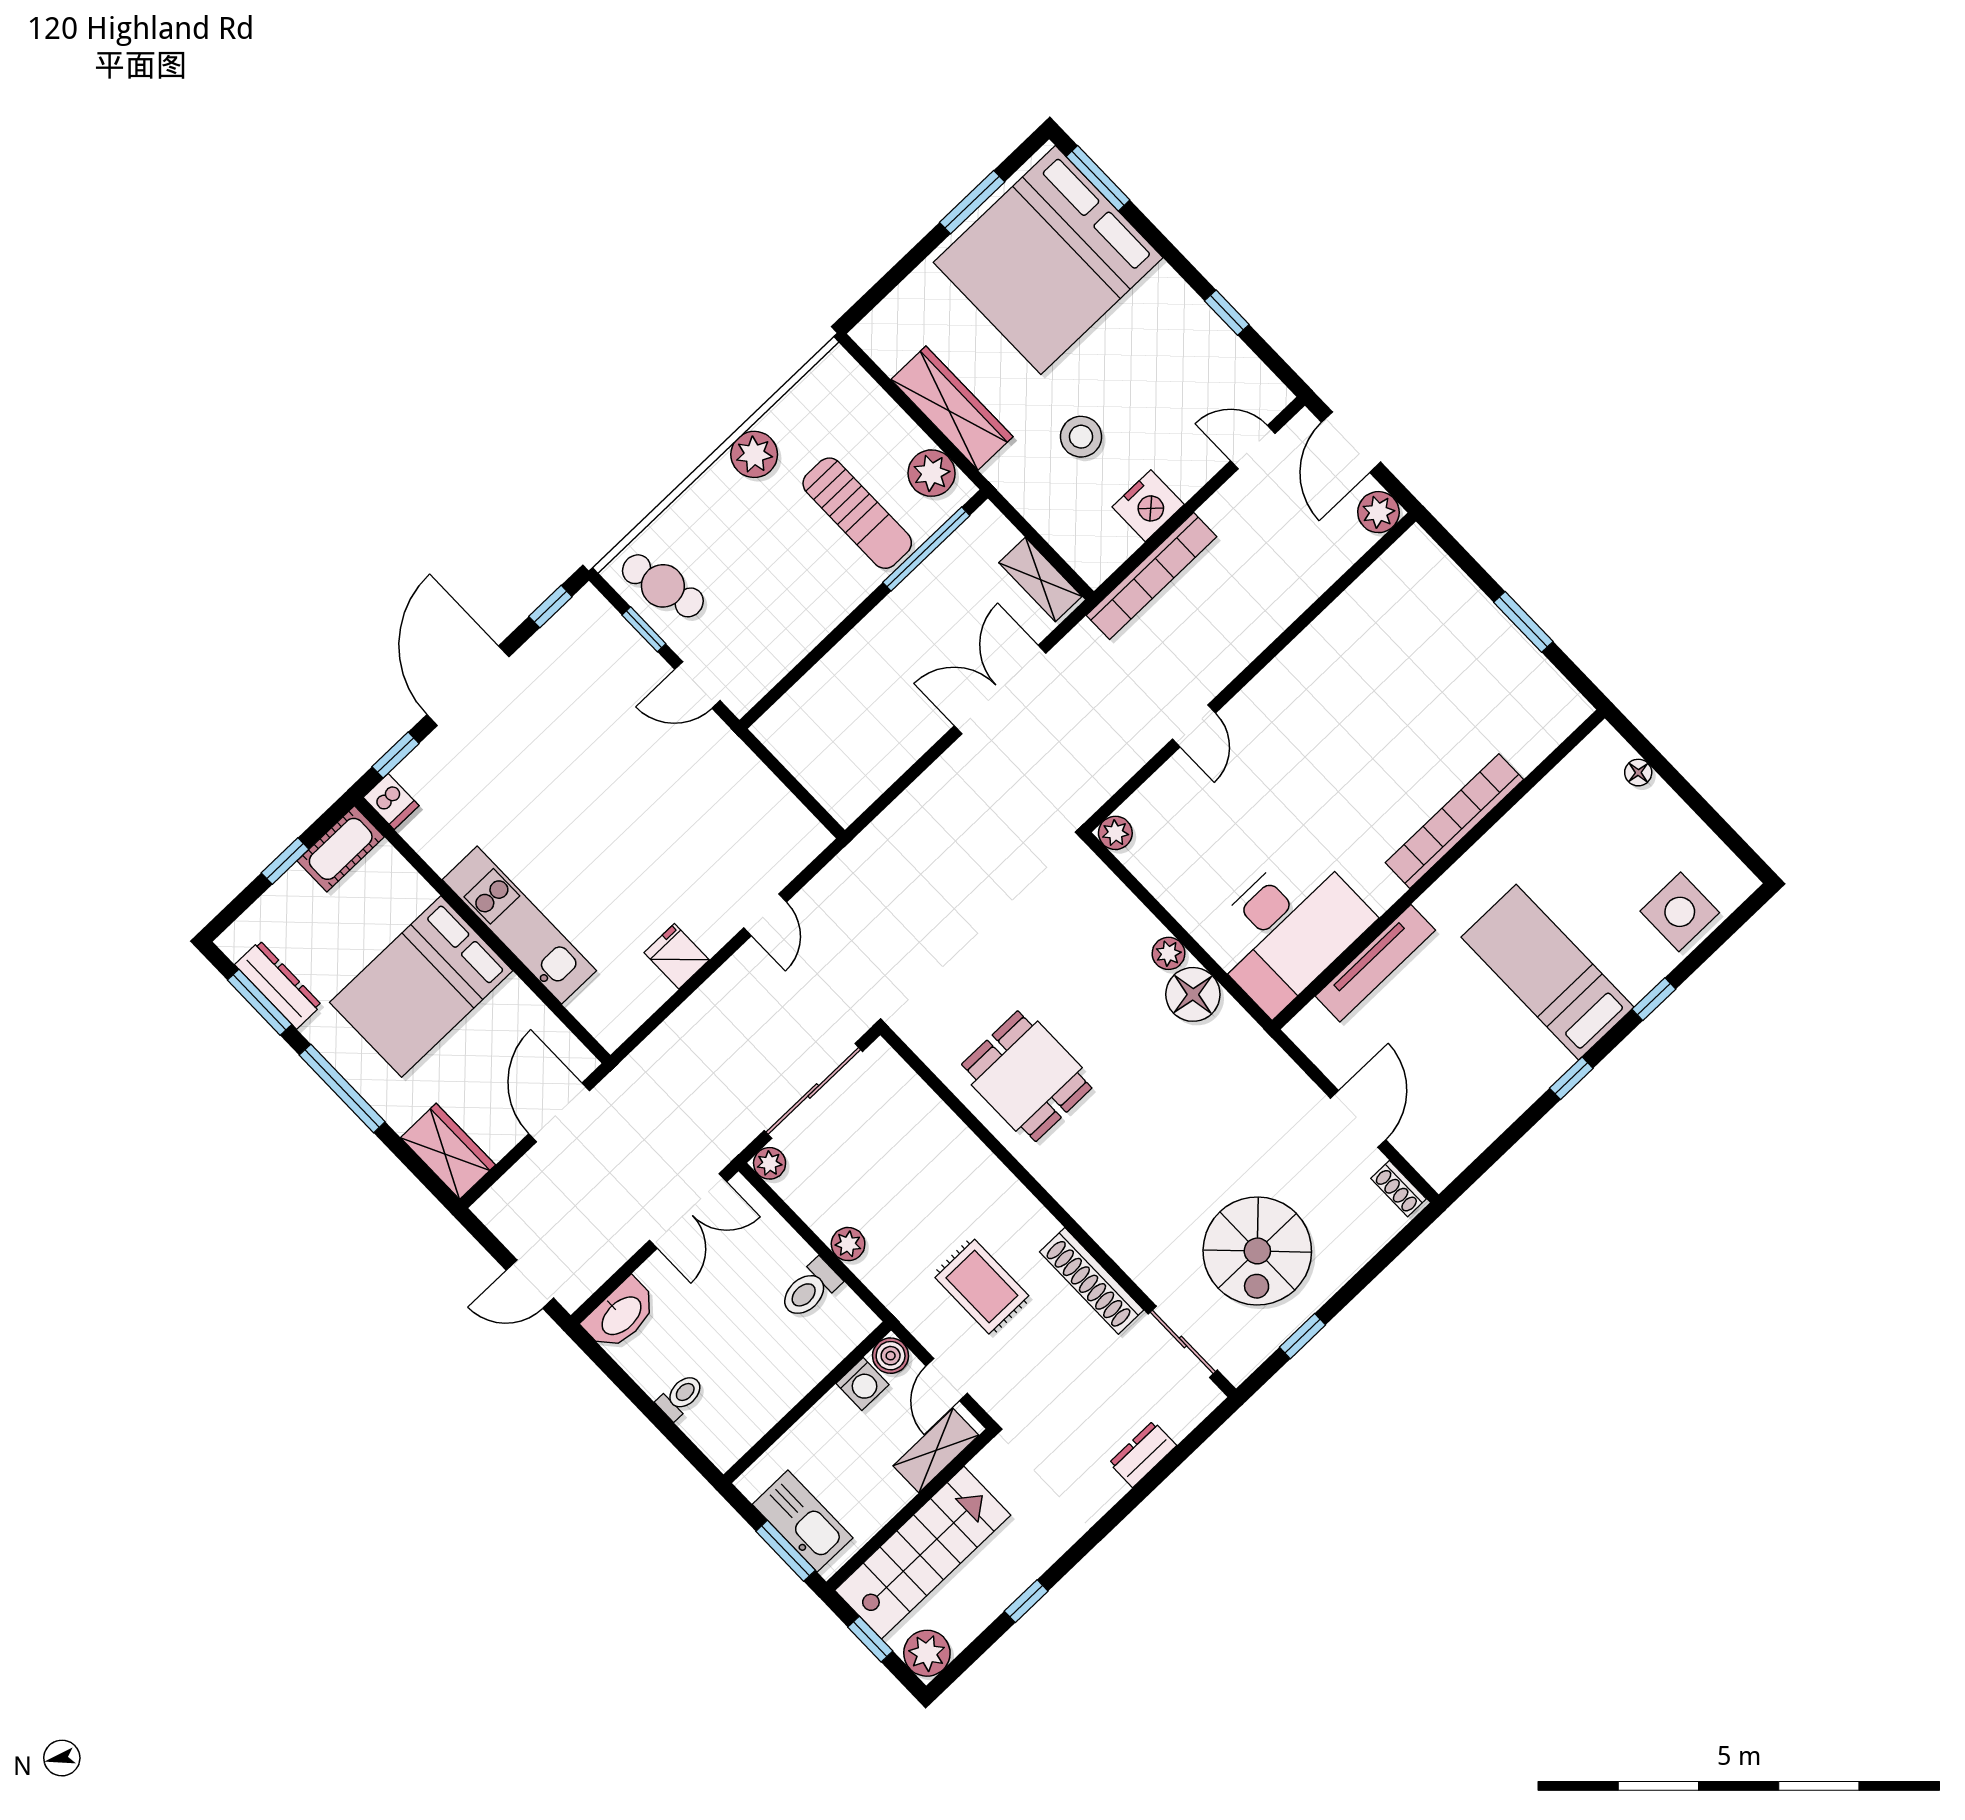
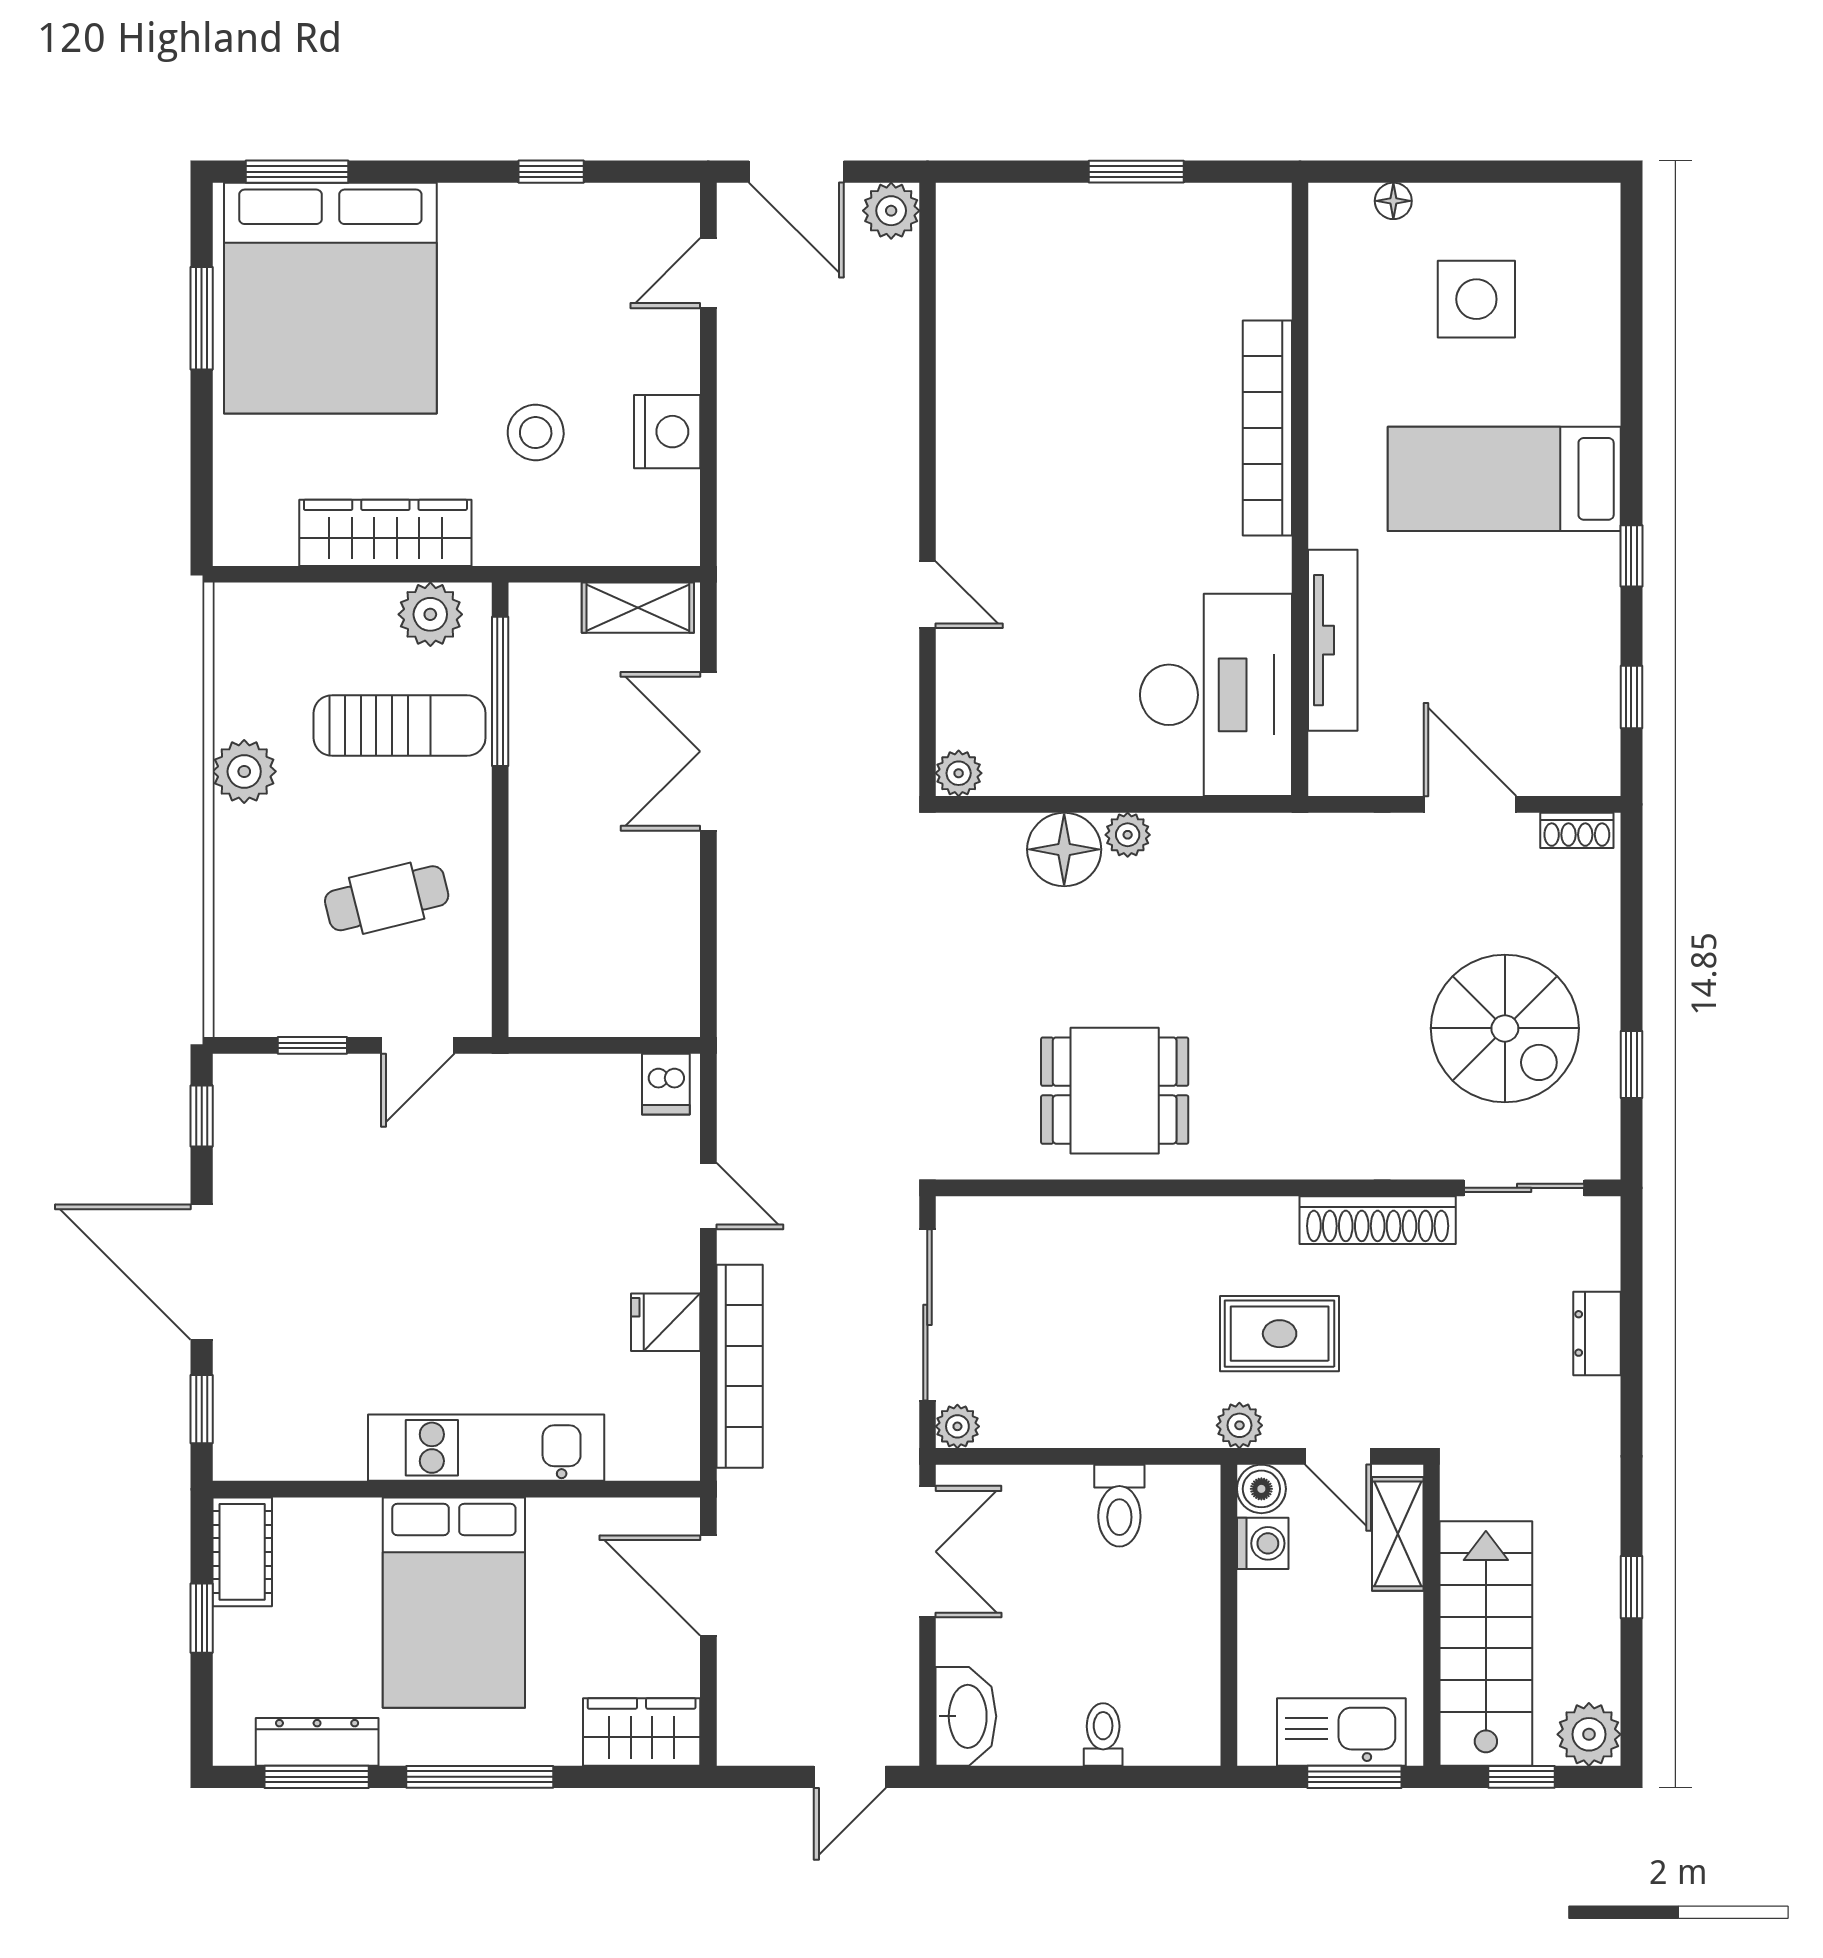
bookcase: (1152, 576) -> (740, 1366), moved
cafe table: (663, 586) -> (387, 898), moved
dishwasher: (391, 801) -> (666, 1084), moved, turned 90
side table: (1680, 912) -> (1476, 299), moved
floor lamp: (1193, 994) -> (1064, 849), moved
window: (1654, 999) -> (1631, 697), moved
plant: (848, 1244) -> (1239, 1425), moved

